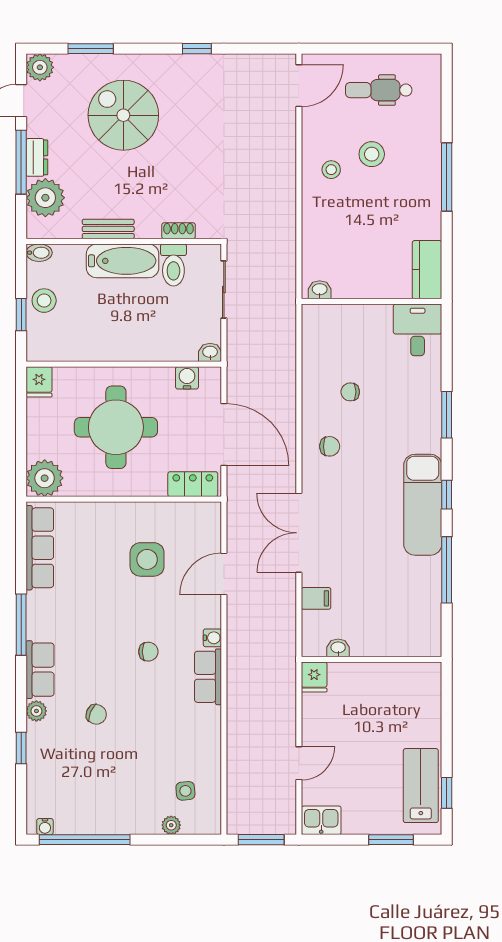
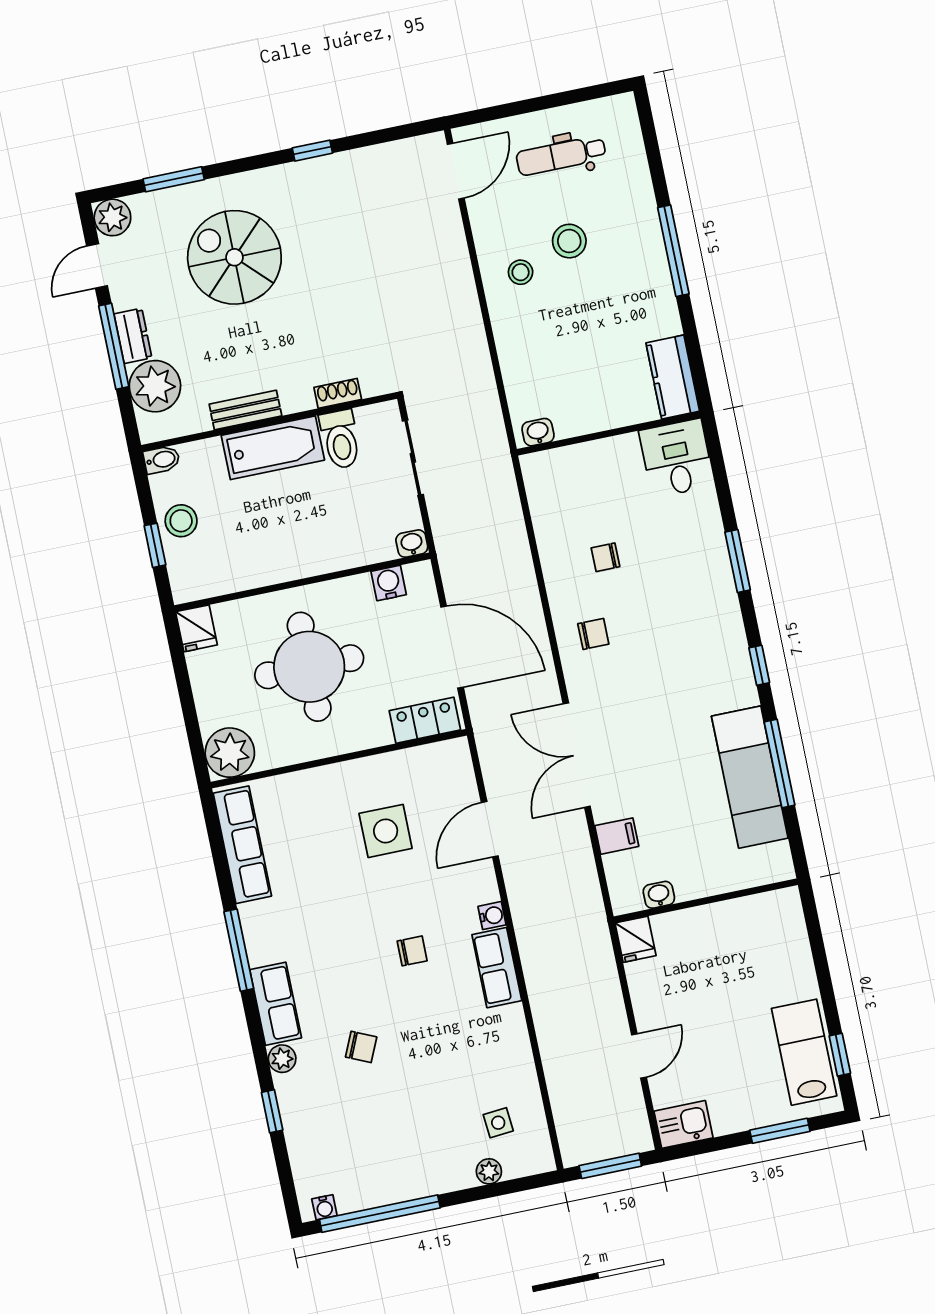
exam couch: (423, 505) -> (750, 777), moved

